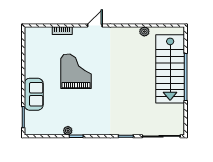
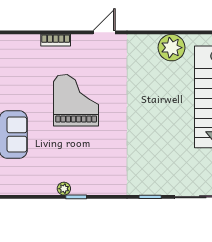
plant: (144, 32) -> (172, 48), width x1.88, depth x1.88

